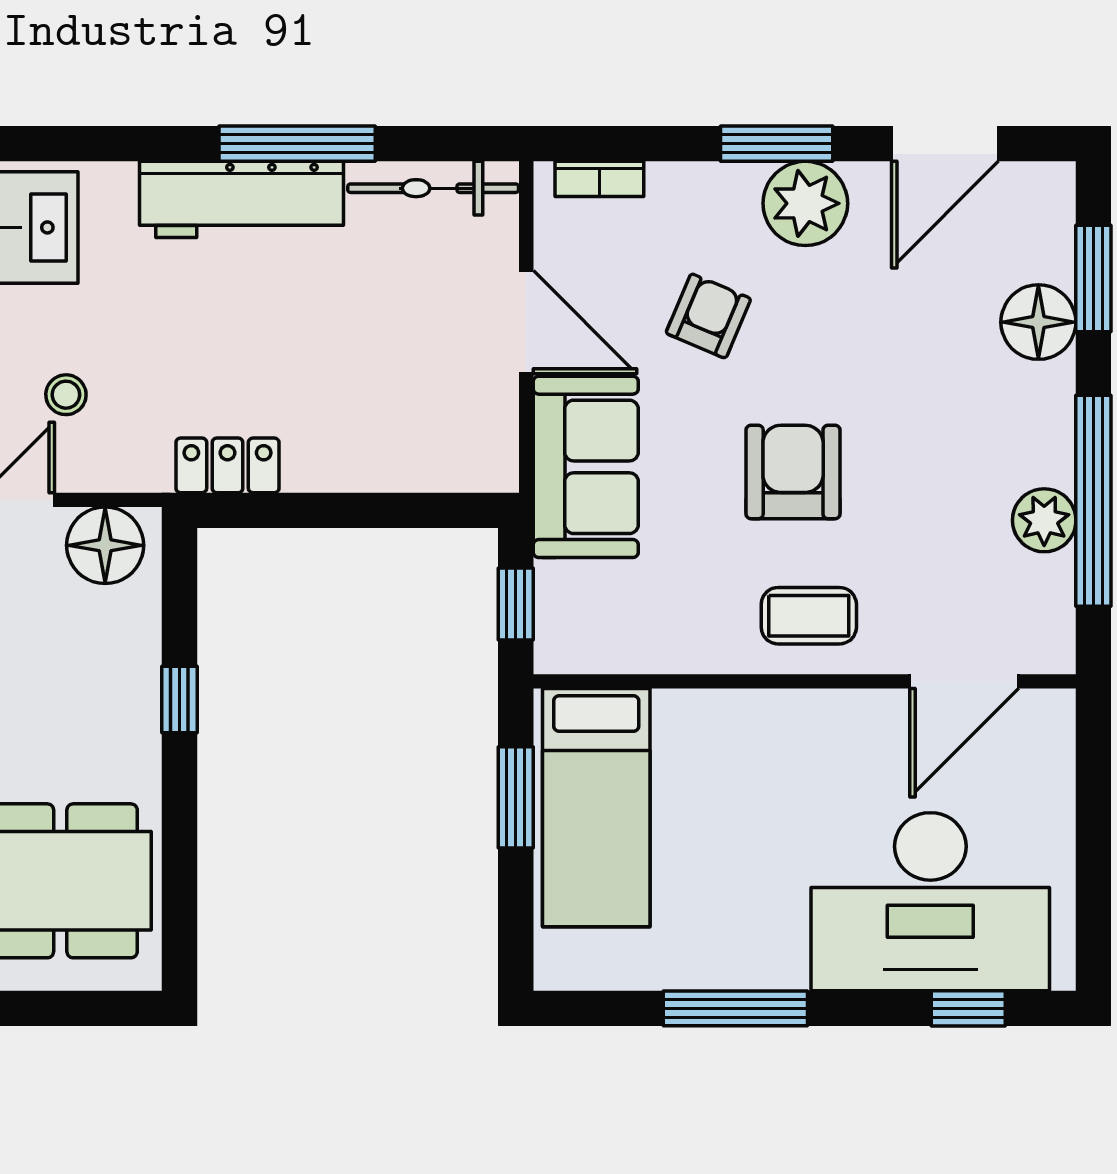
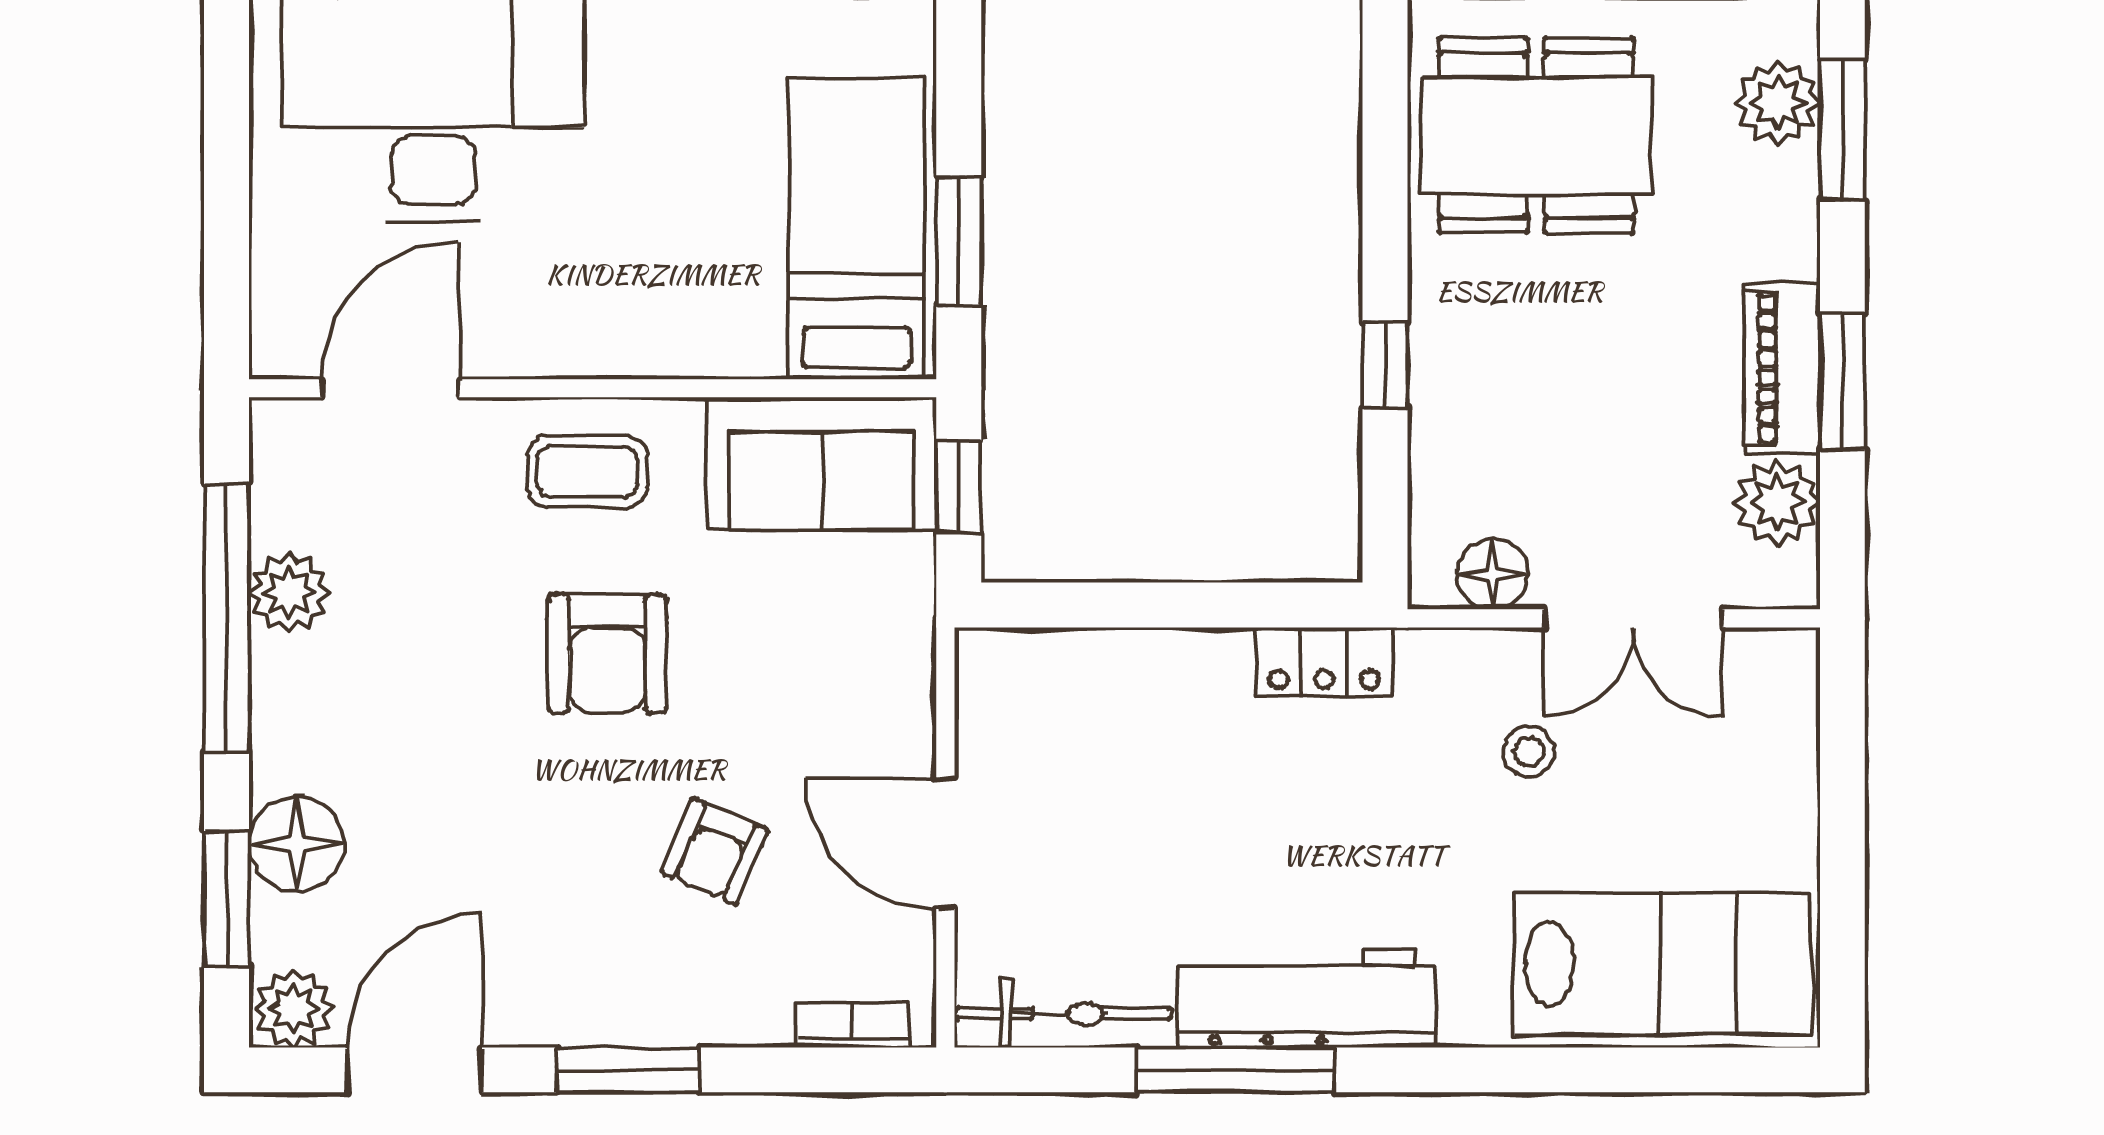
plant: (805, 203) -> (294, 1008), moved, width x0.73, depth x0.73
sofa: (586, 467) -> (821, 464), moved, turned -90
floor lamp: (105, 545) -> (1493, 574), width x0.73, depth x0.73

